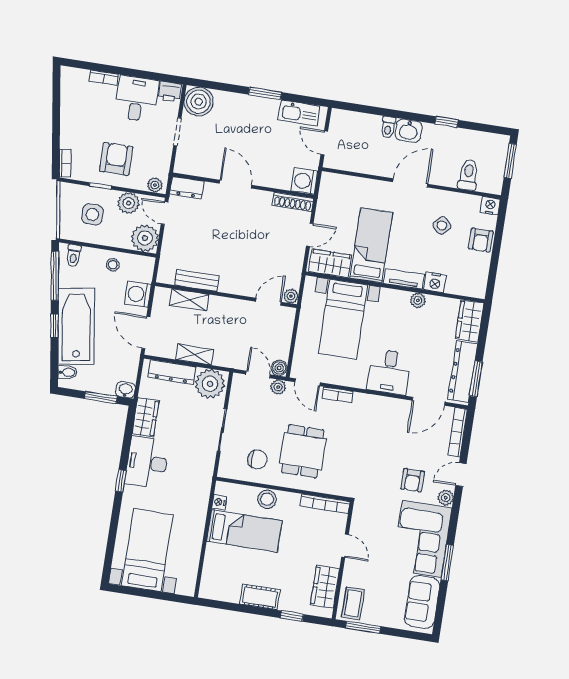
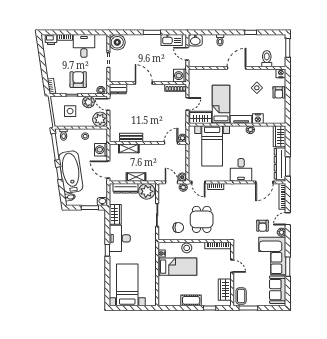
printer: (170, 92) -> (51, 40), moved
washbasin: (408, 131) -> (195, 40), moved

